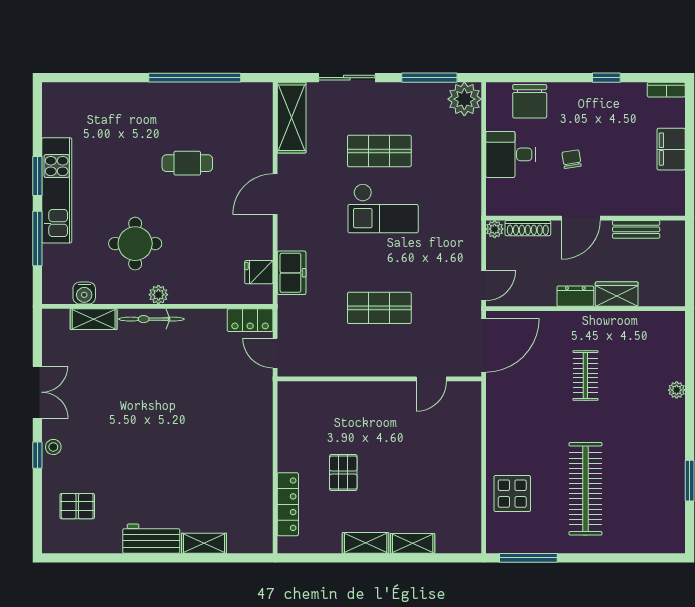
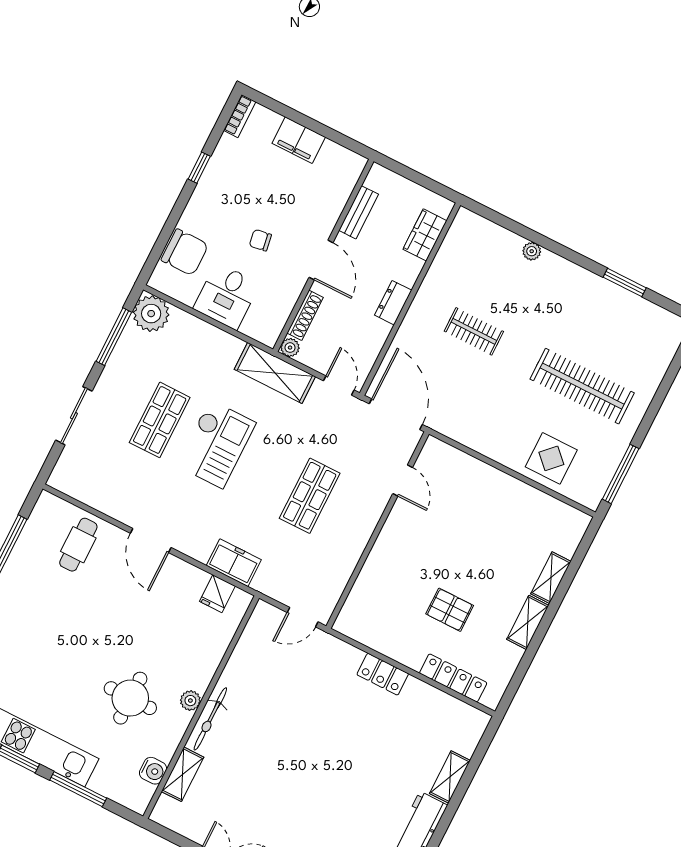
shelving: (292, 118) -> (275, 373), moved
cafe table: (187, 163) -> (78, 545), moved
wardrobe: (617, 294) -> (425, 235), moved
locker: (250, 320) -> (383, 674), moved, turned 90

